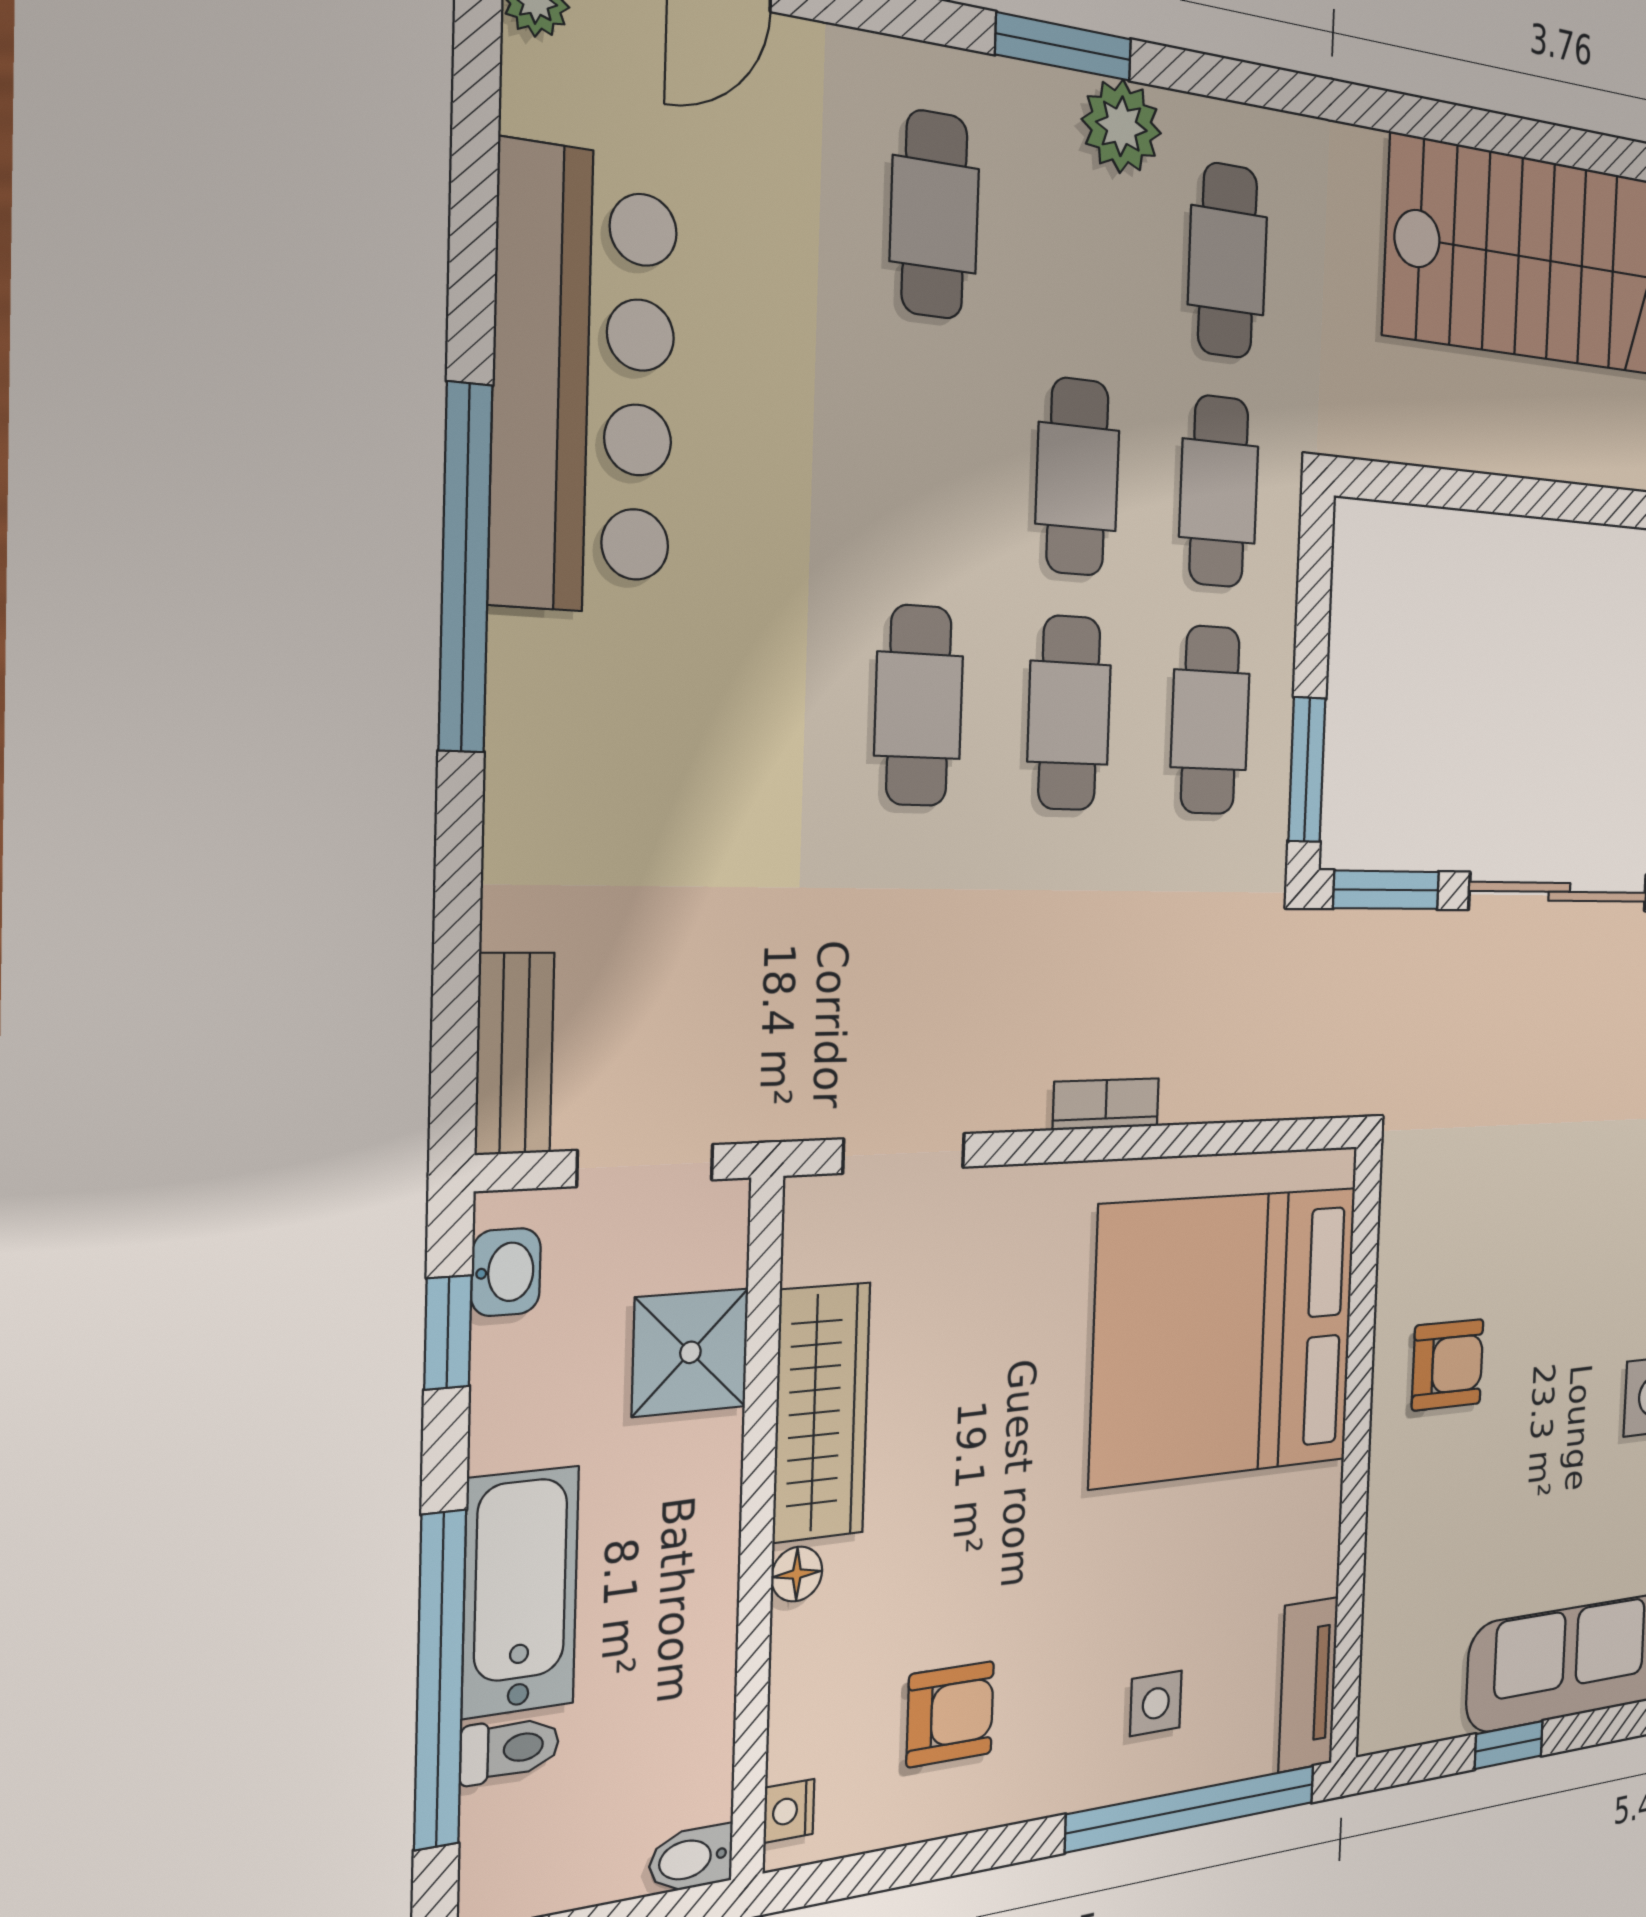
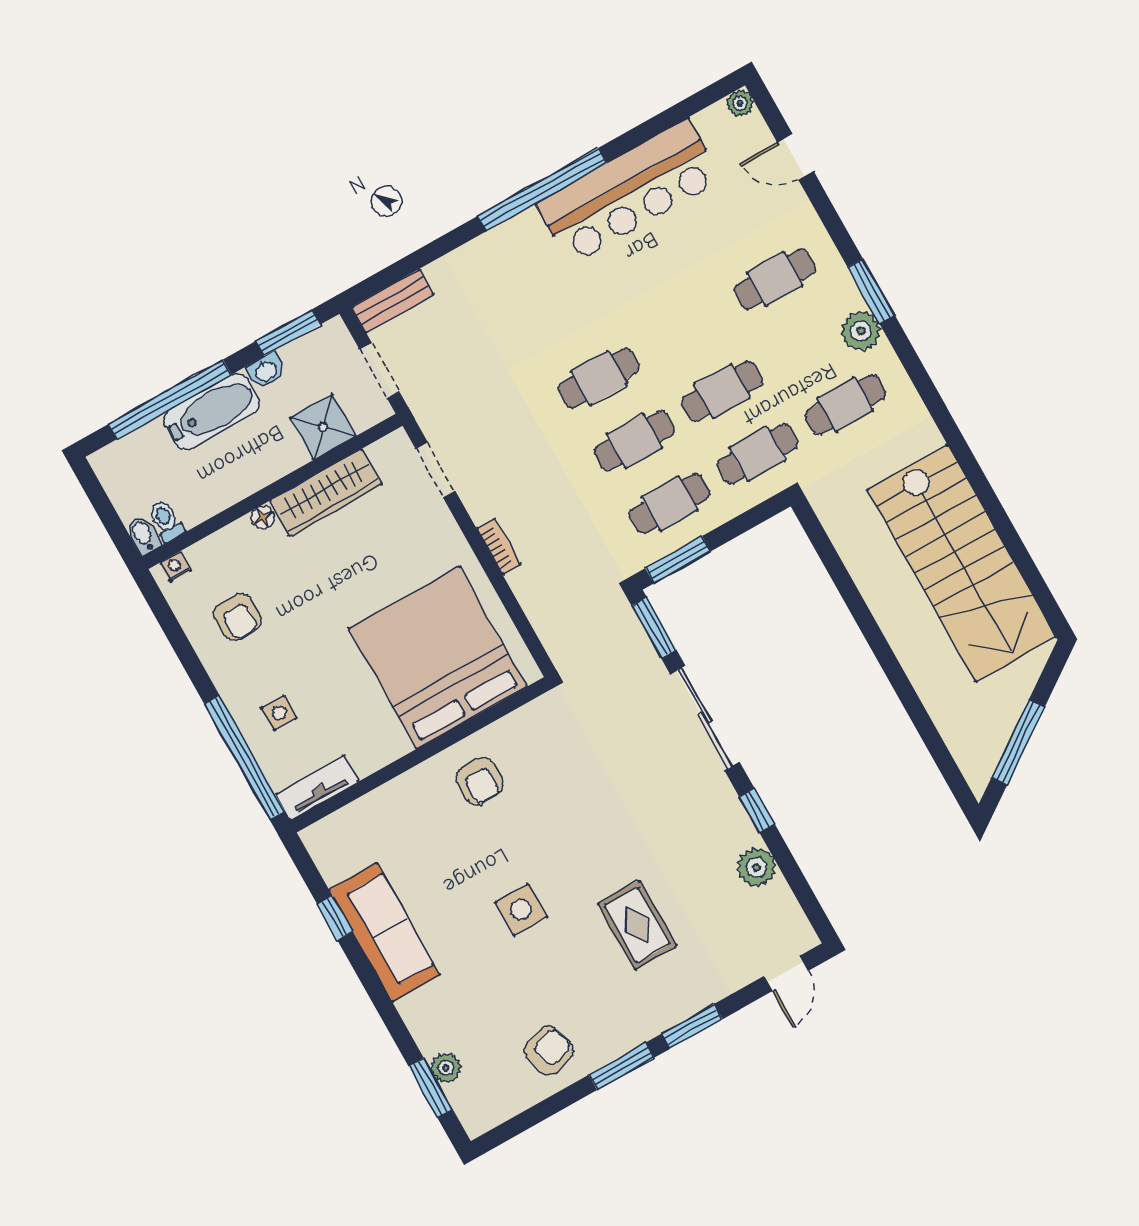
washbasin: (506, 1272) -> (266, 371), moved
window: (448, 1332) -> (288, 333), width x1.50
toilet: (510, 1749) -> (166, 521), moved, turned 180

